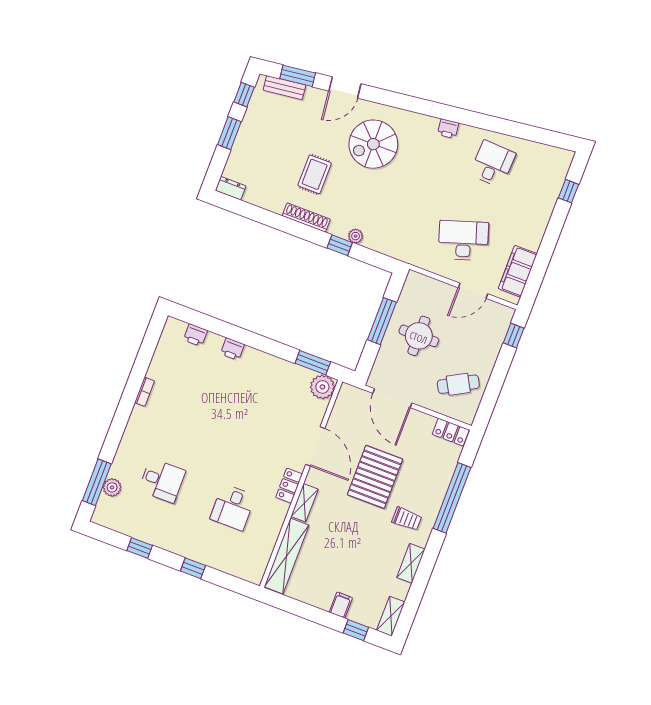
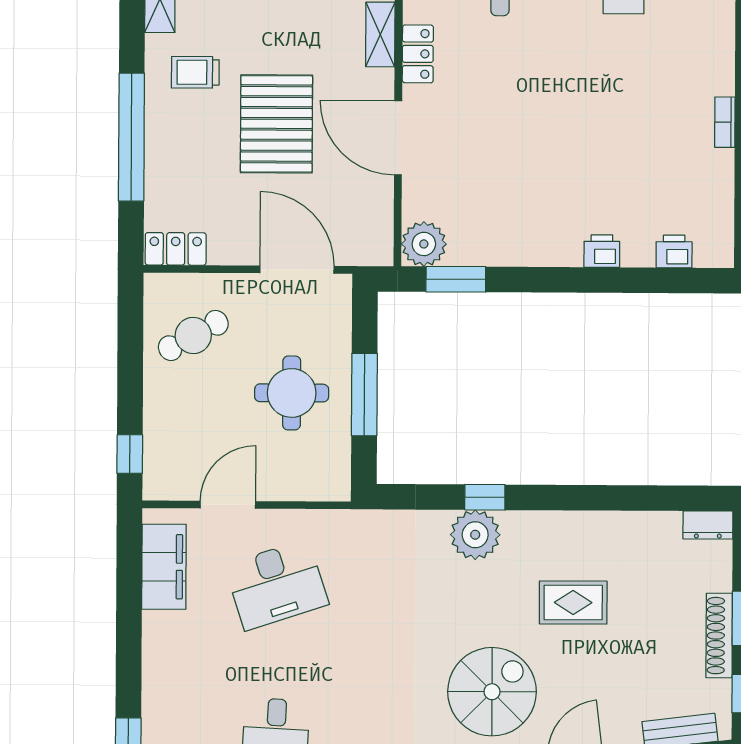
rug: (315, 174) -> (573, 602), turned 90
shoe rack: (306, 217) -> (719, 636), moved, turned 90
plant: (356, 236) -> (475, 535), width x1.88, depth x1.88

